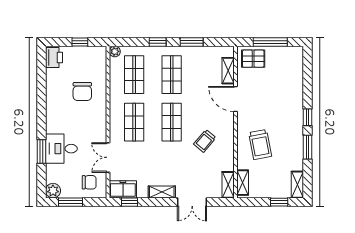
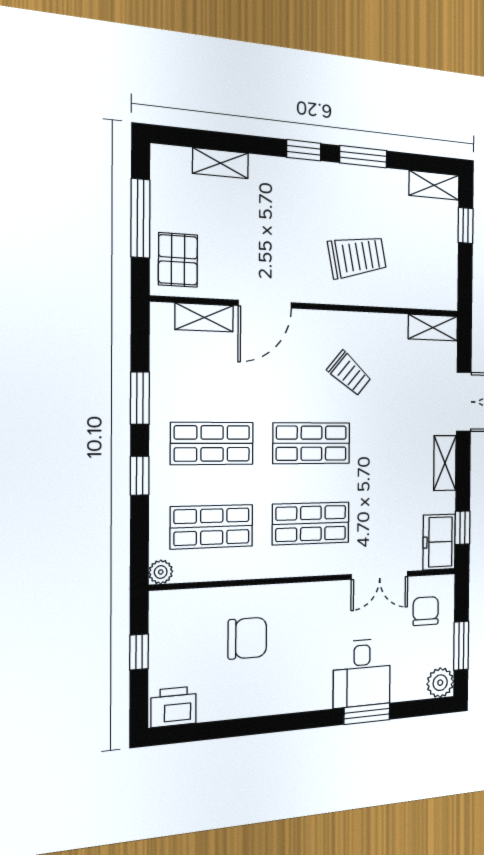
shelving: (243, 183) -> (221, 163), moved

